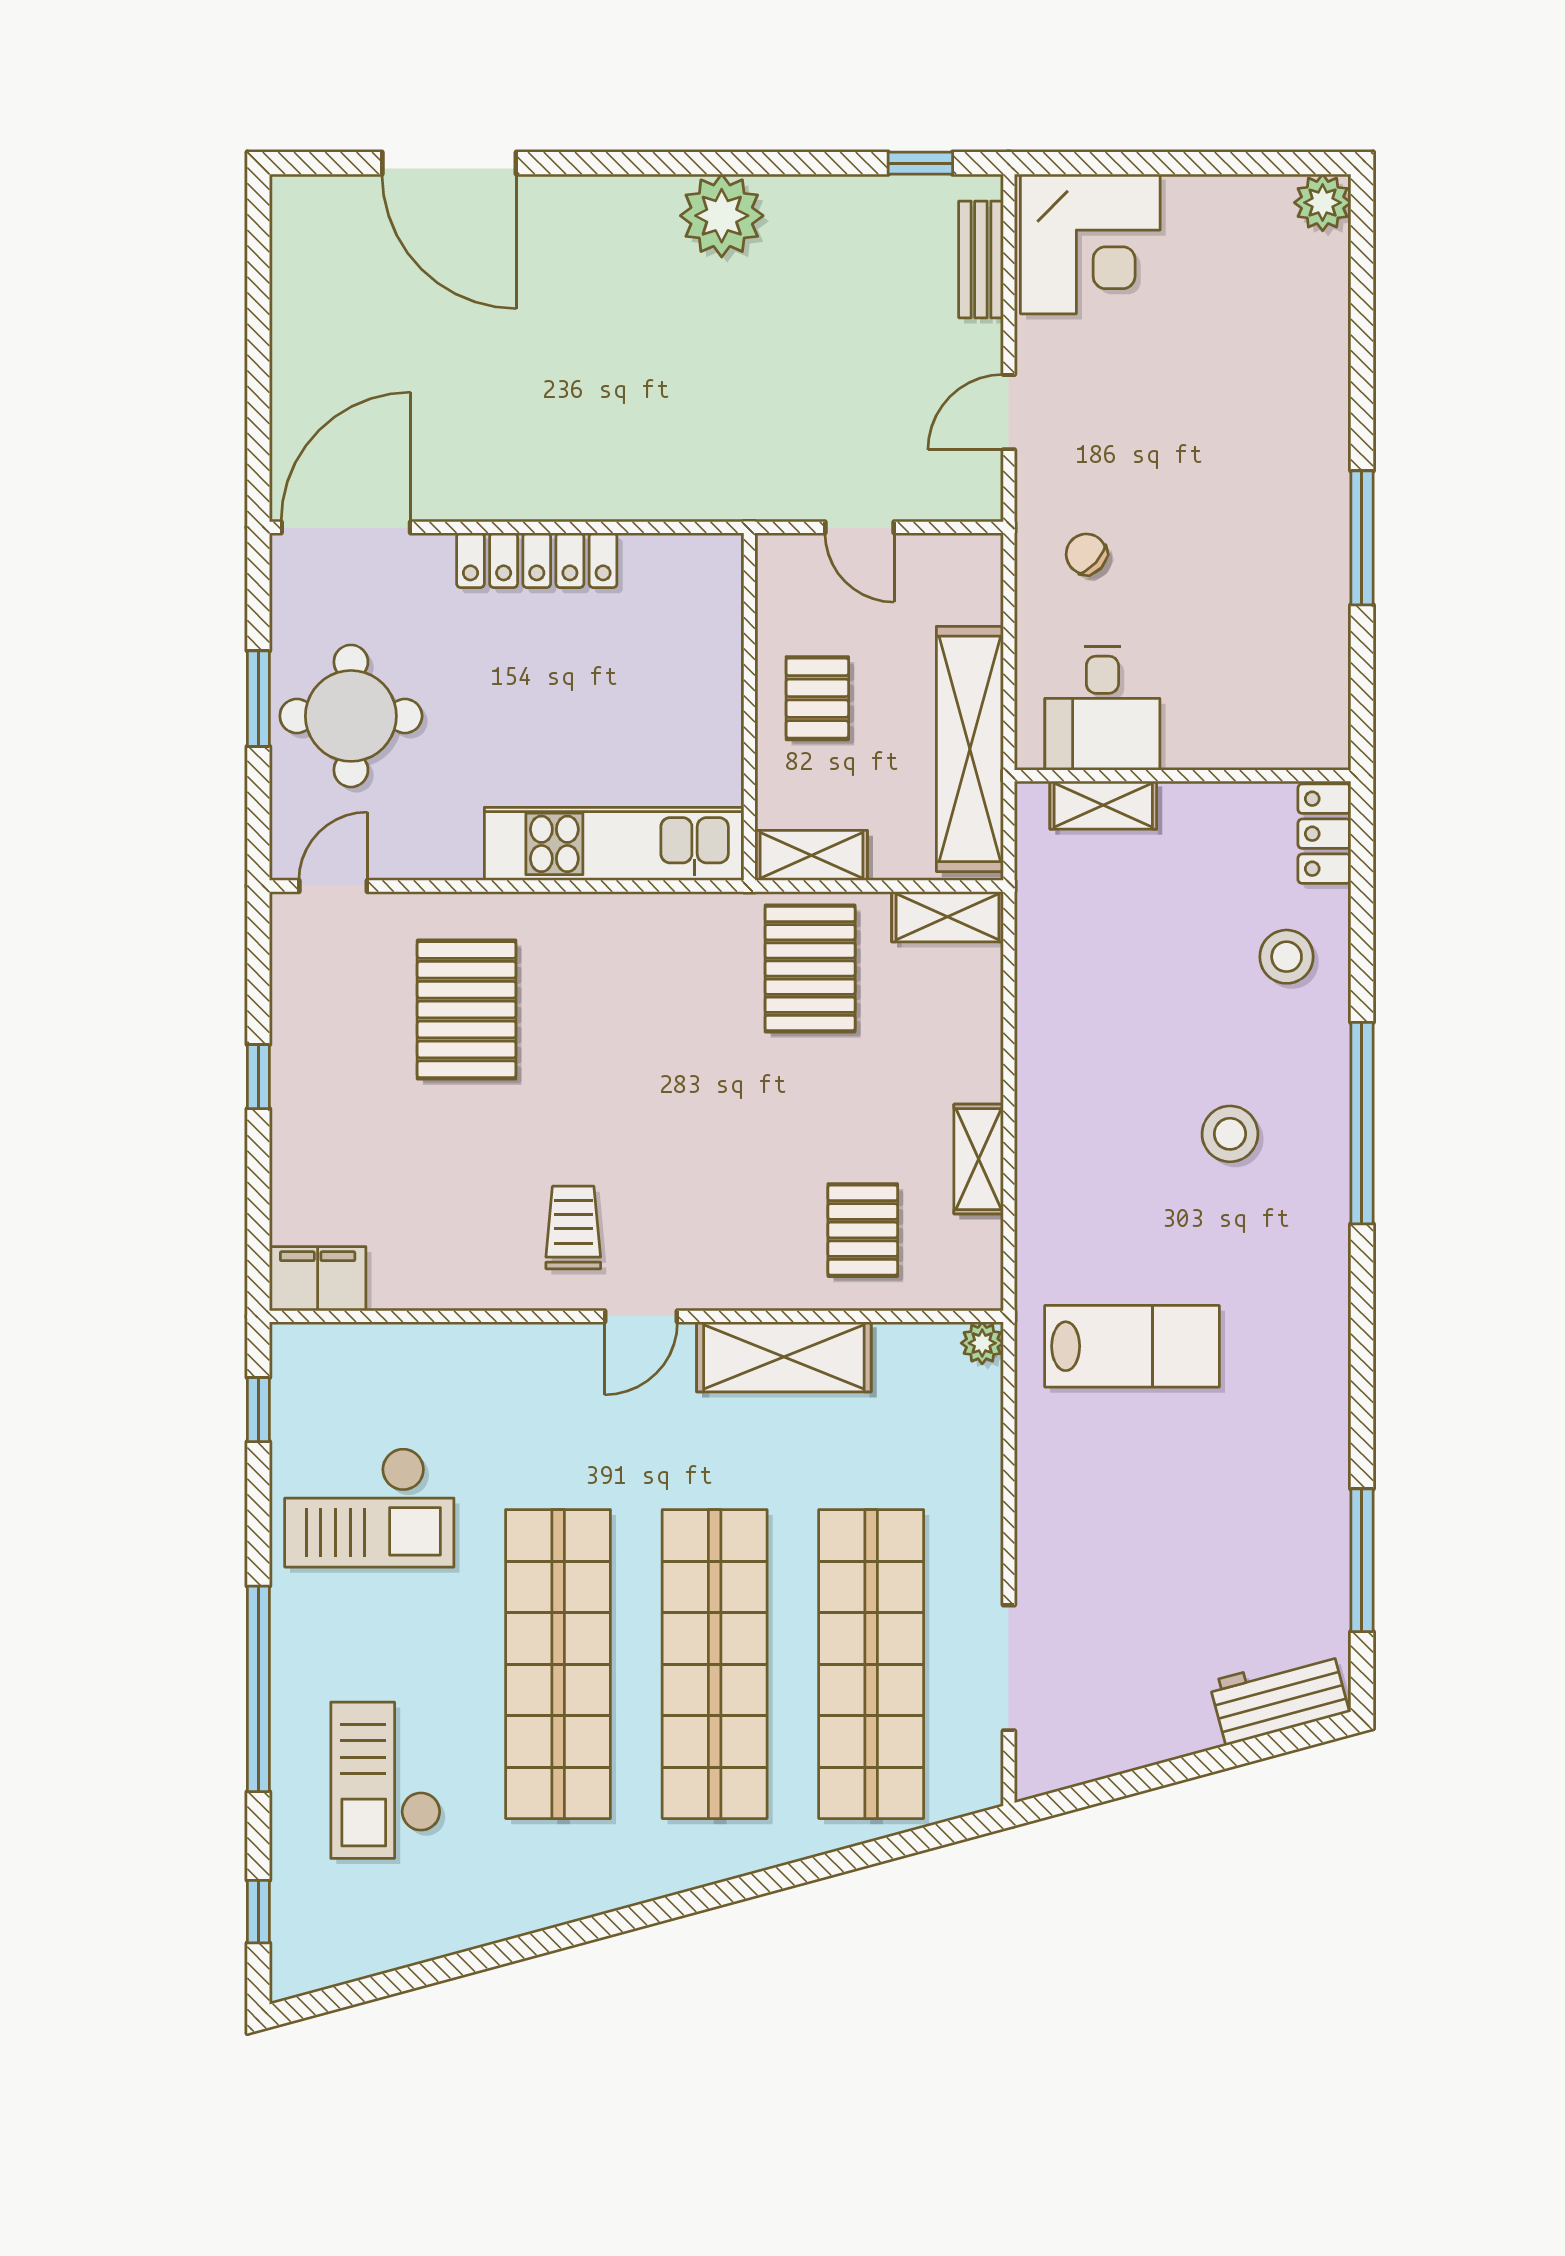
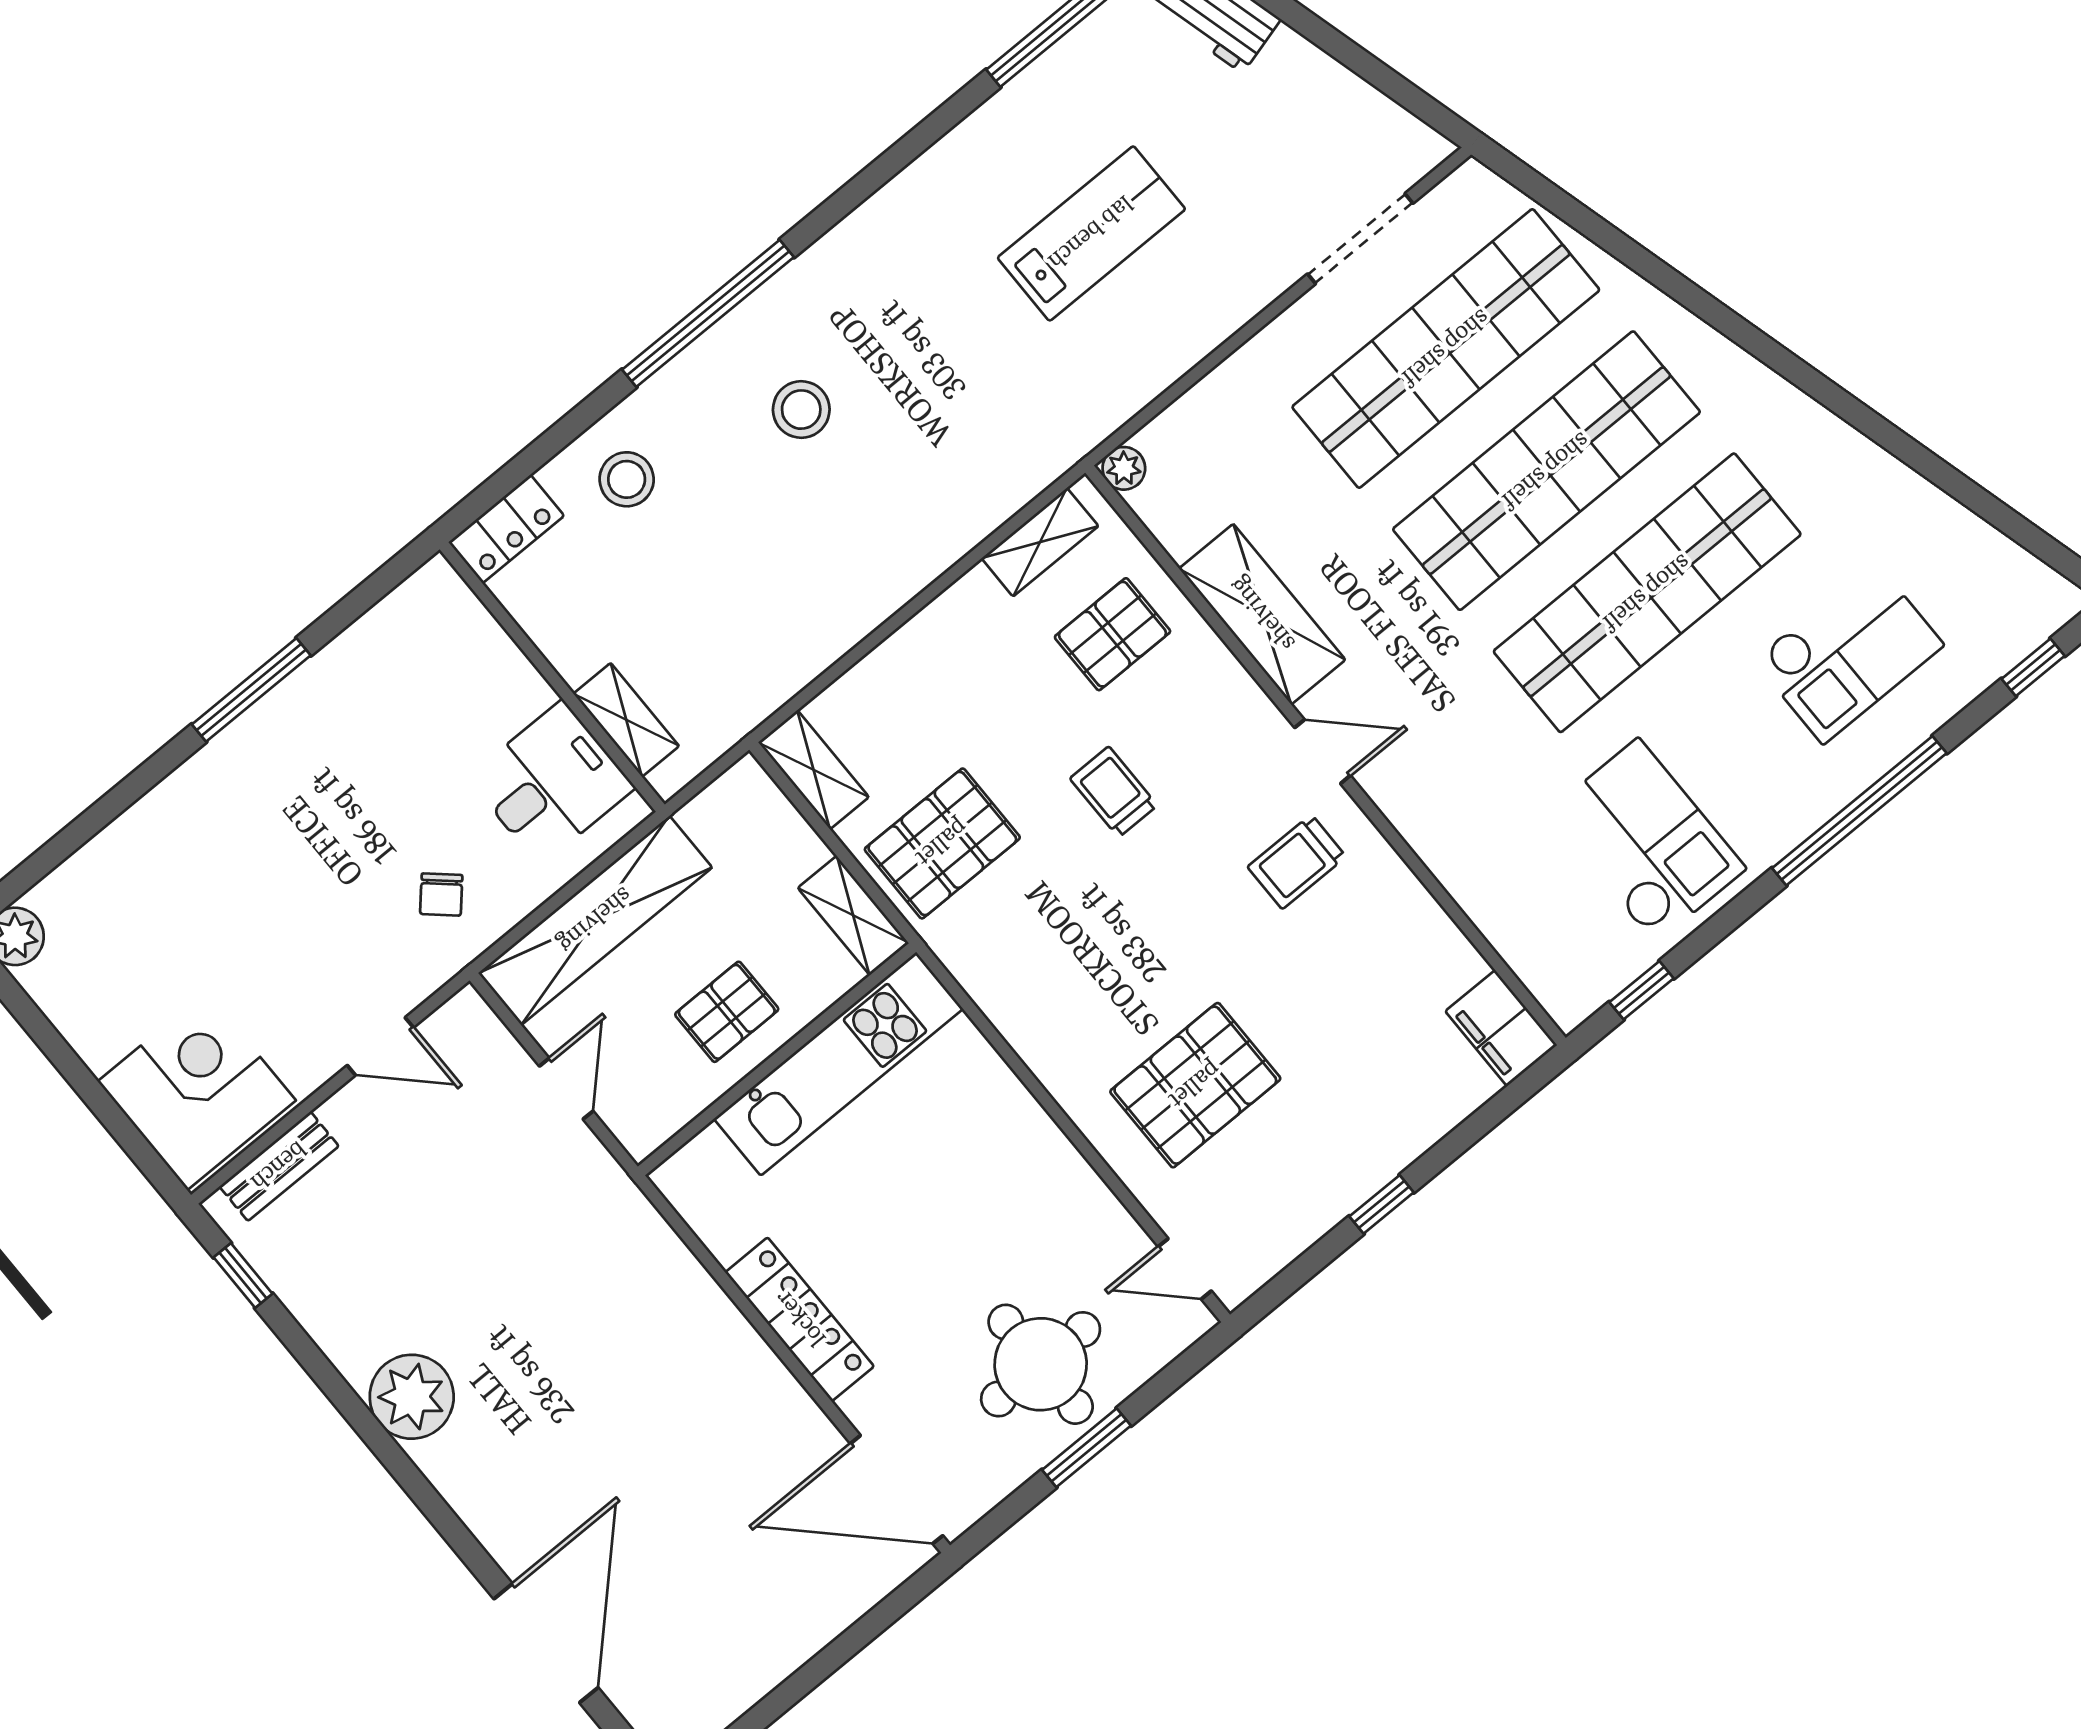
shelving: (970, 749) -> (595, 920), moved
kitchen unit: (614, 844) -> (838, 1064), moved, turned -90
trolley: (742, 1132) -> (1114, 792), added
shelving: (979, 1159) -> (1040, 542), moved
lab bench: (1132, 1346) -> (1091, 233), moved, turned 90

